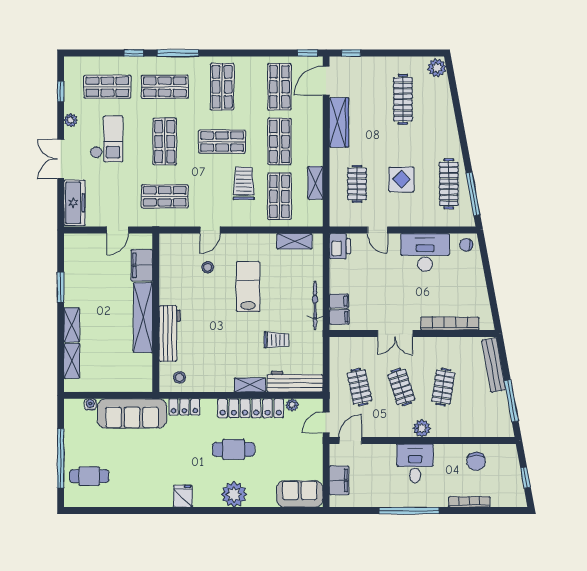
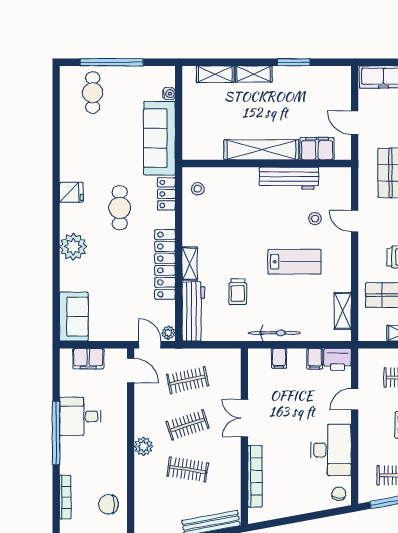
filing cabinet: (339, 317) -> (315, 359), moved
workbench: (170, 333) -> (289, 178), moved
plant: (292, 405) -> (168, 333), moved
cafe table: (234, 449) -> (120, 208), moved
desk: (415, 463) -> (80, 416), moved, turned 180

